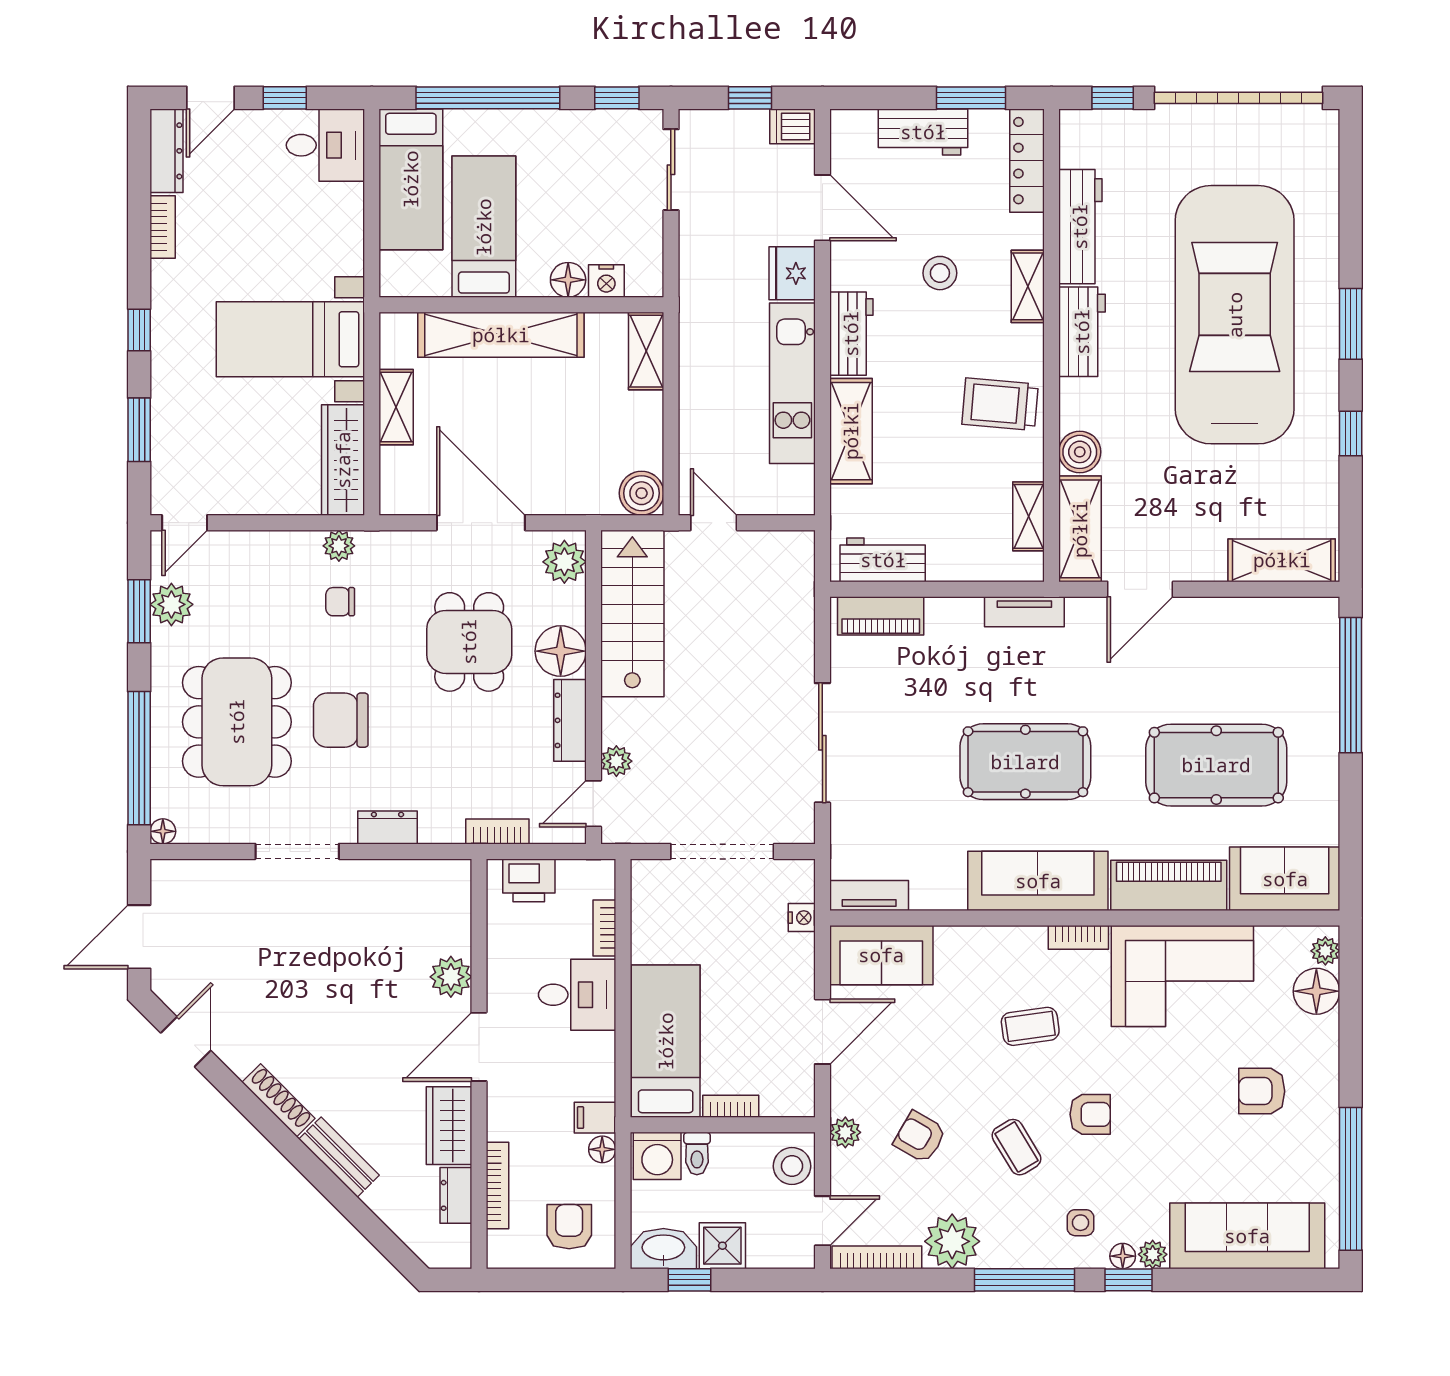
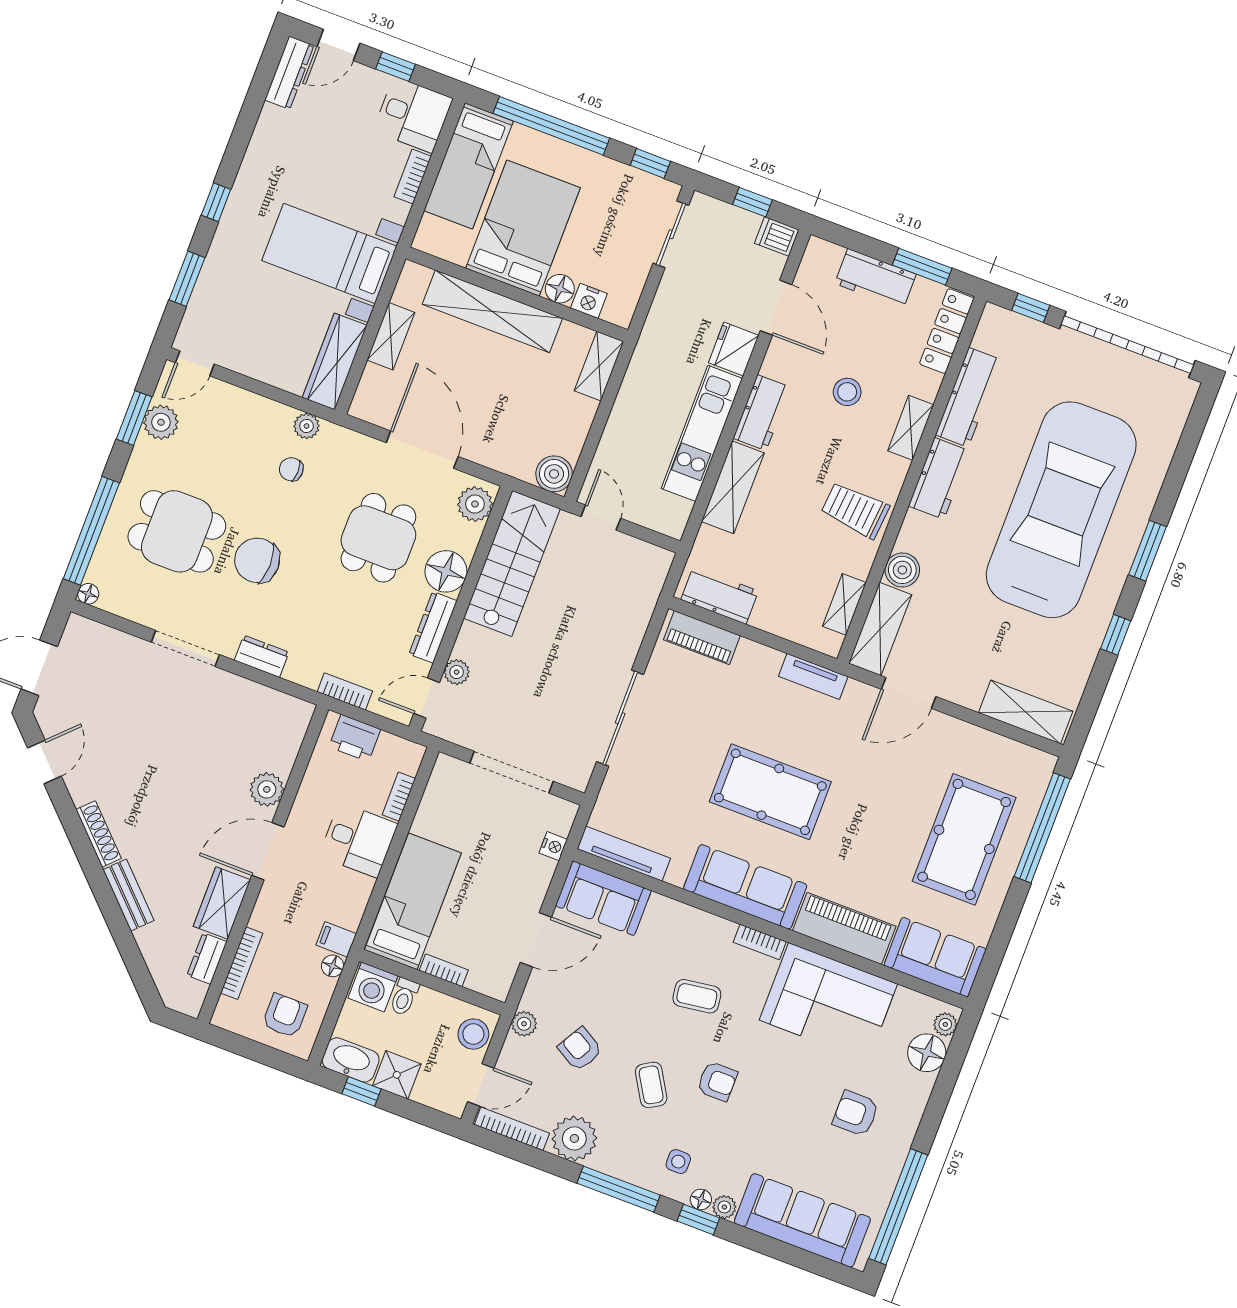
bookcase: (163, 227) -> (413, 176), moved, turned 180
bed: (484, 227) -> (523, 228), width x1.50
dining table: (237, 722) -> (177, 531), width x0.73
pool table: (1216, 765) -> (964, 839), moved, turned 90
tv unit: (869, 895) -> (624, 854), width x1.41

